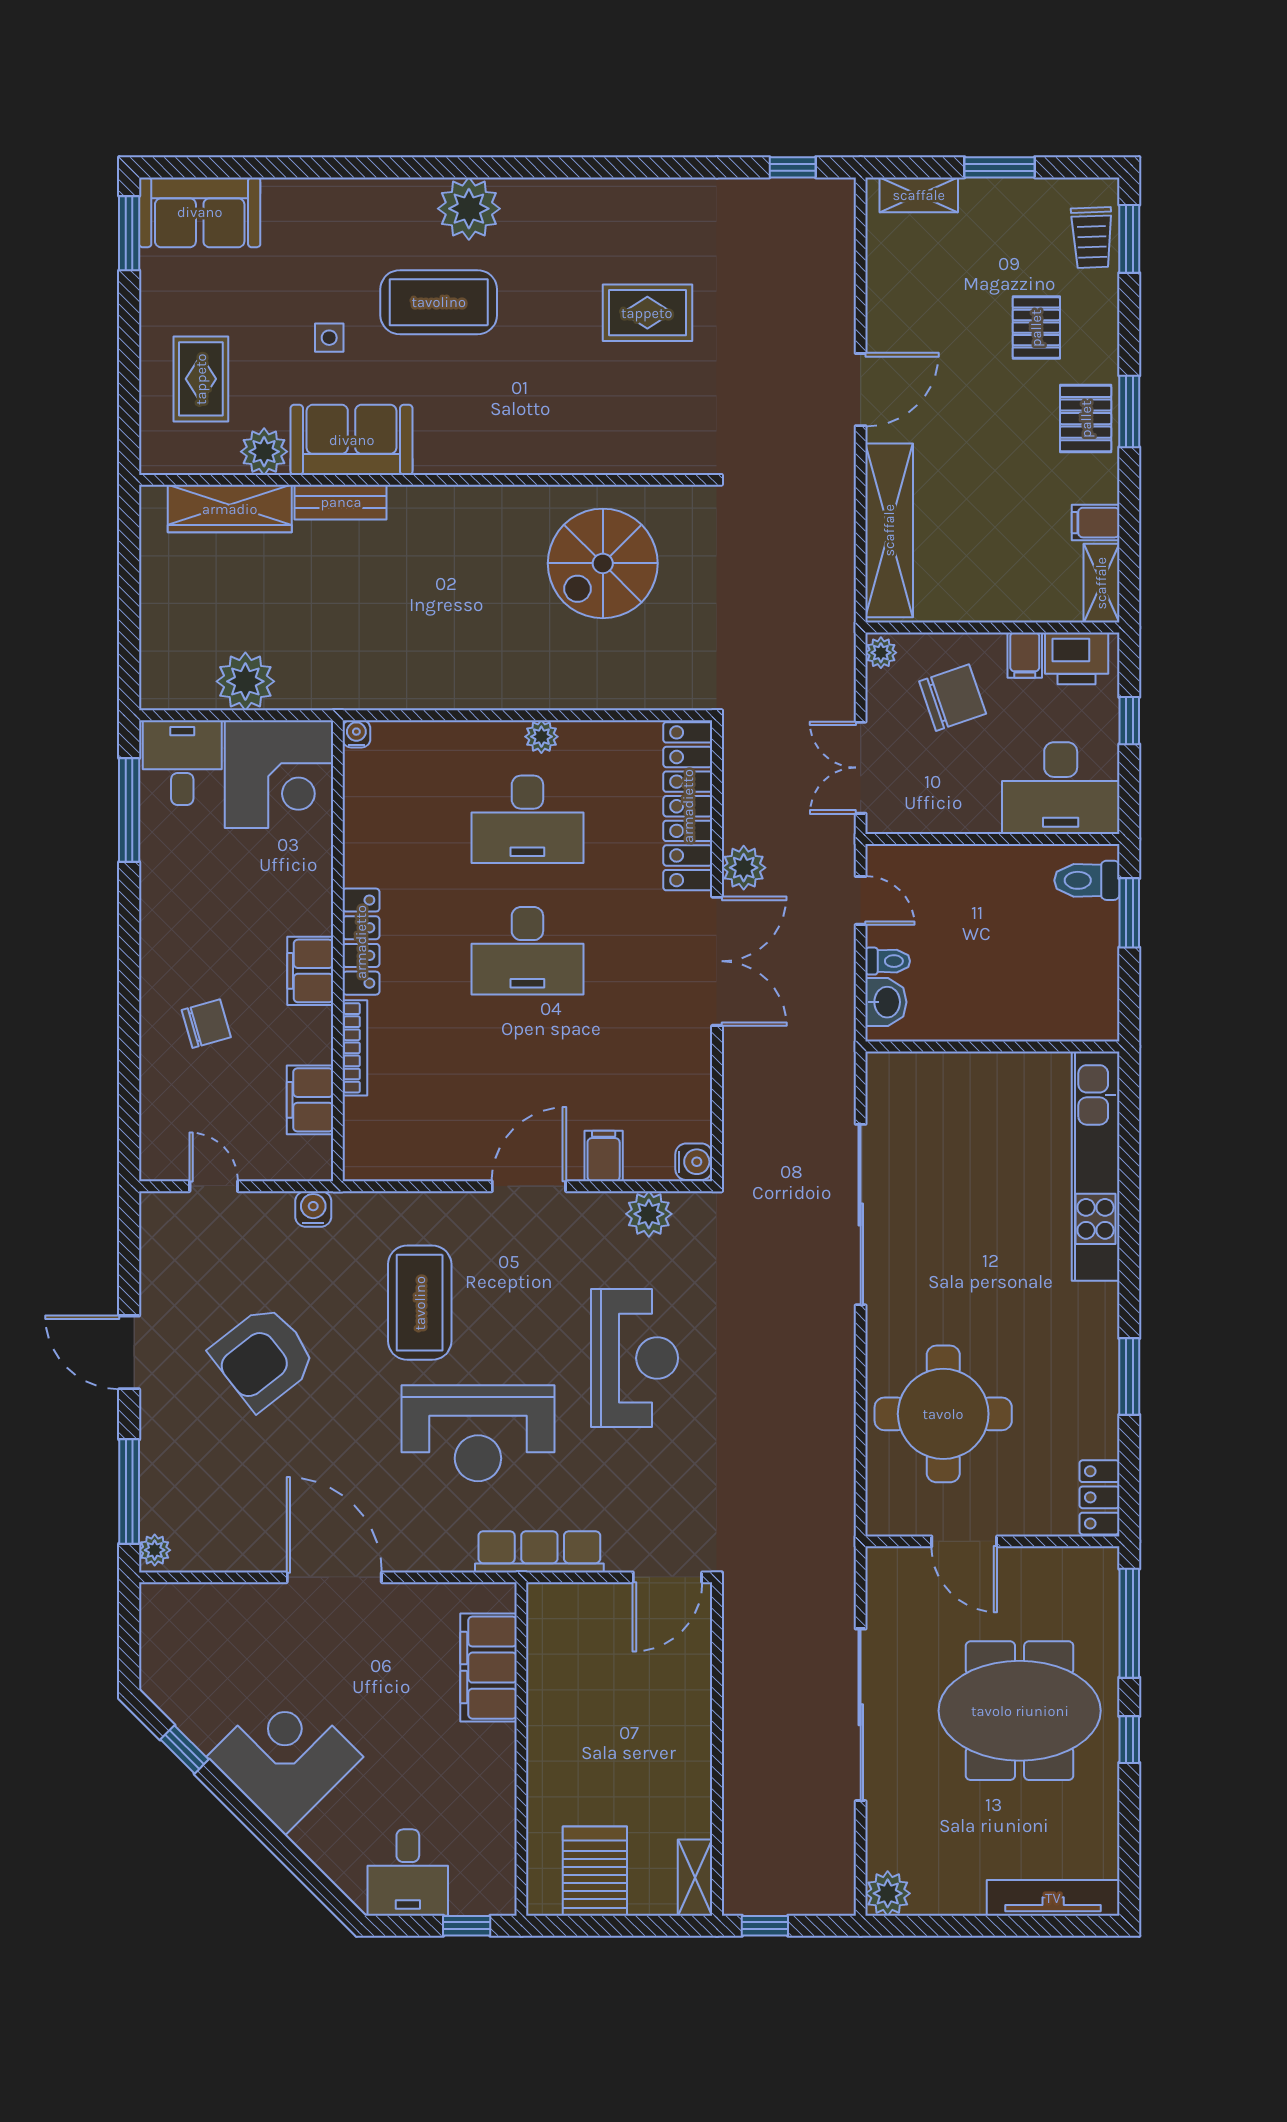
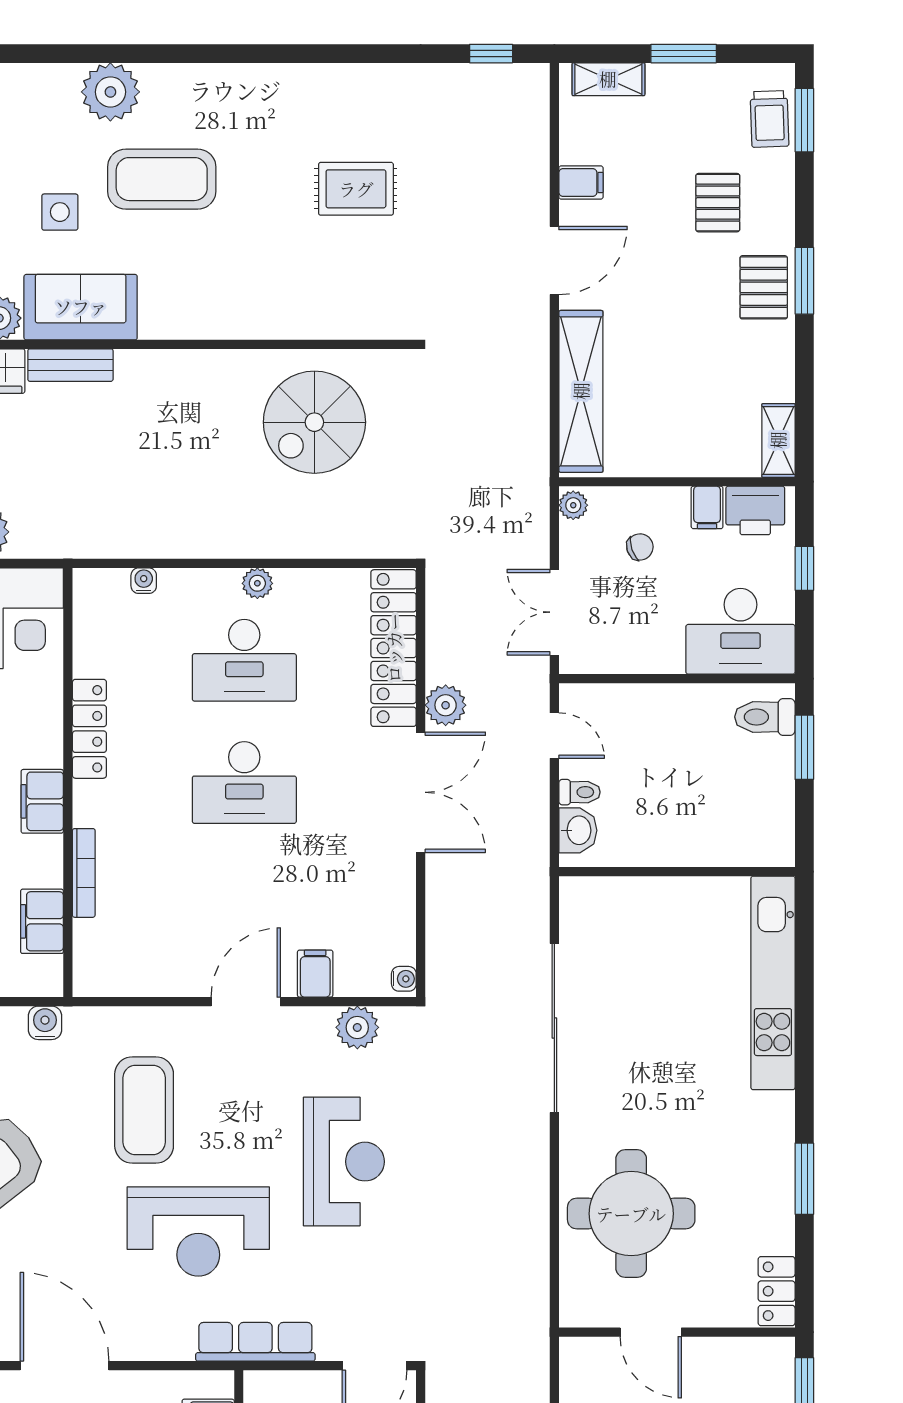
plant: (469, 209) -> (110, 92), moved
side table: (329, 338) -> (60, 212), width x1.37, depth x1.37
filing cabinet: (1096, 523) -> (581, 182), moved, turned 180
chair: (953, 698) -> (640, 547), width x0.54, depth x0.54
water cooler: (356, 734) -> (144, 581), moved
locker: (361, 942) -> (89, 729), moved
water cooler: (694, 1162) -> (404, 979), width x0.72, depth x0.72

